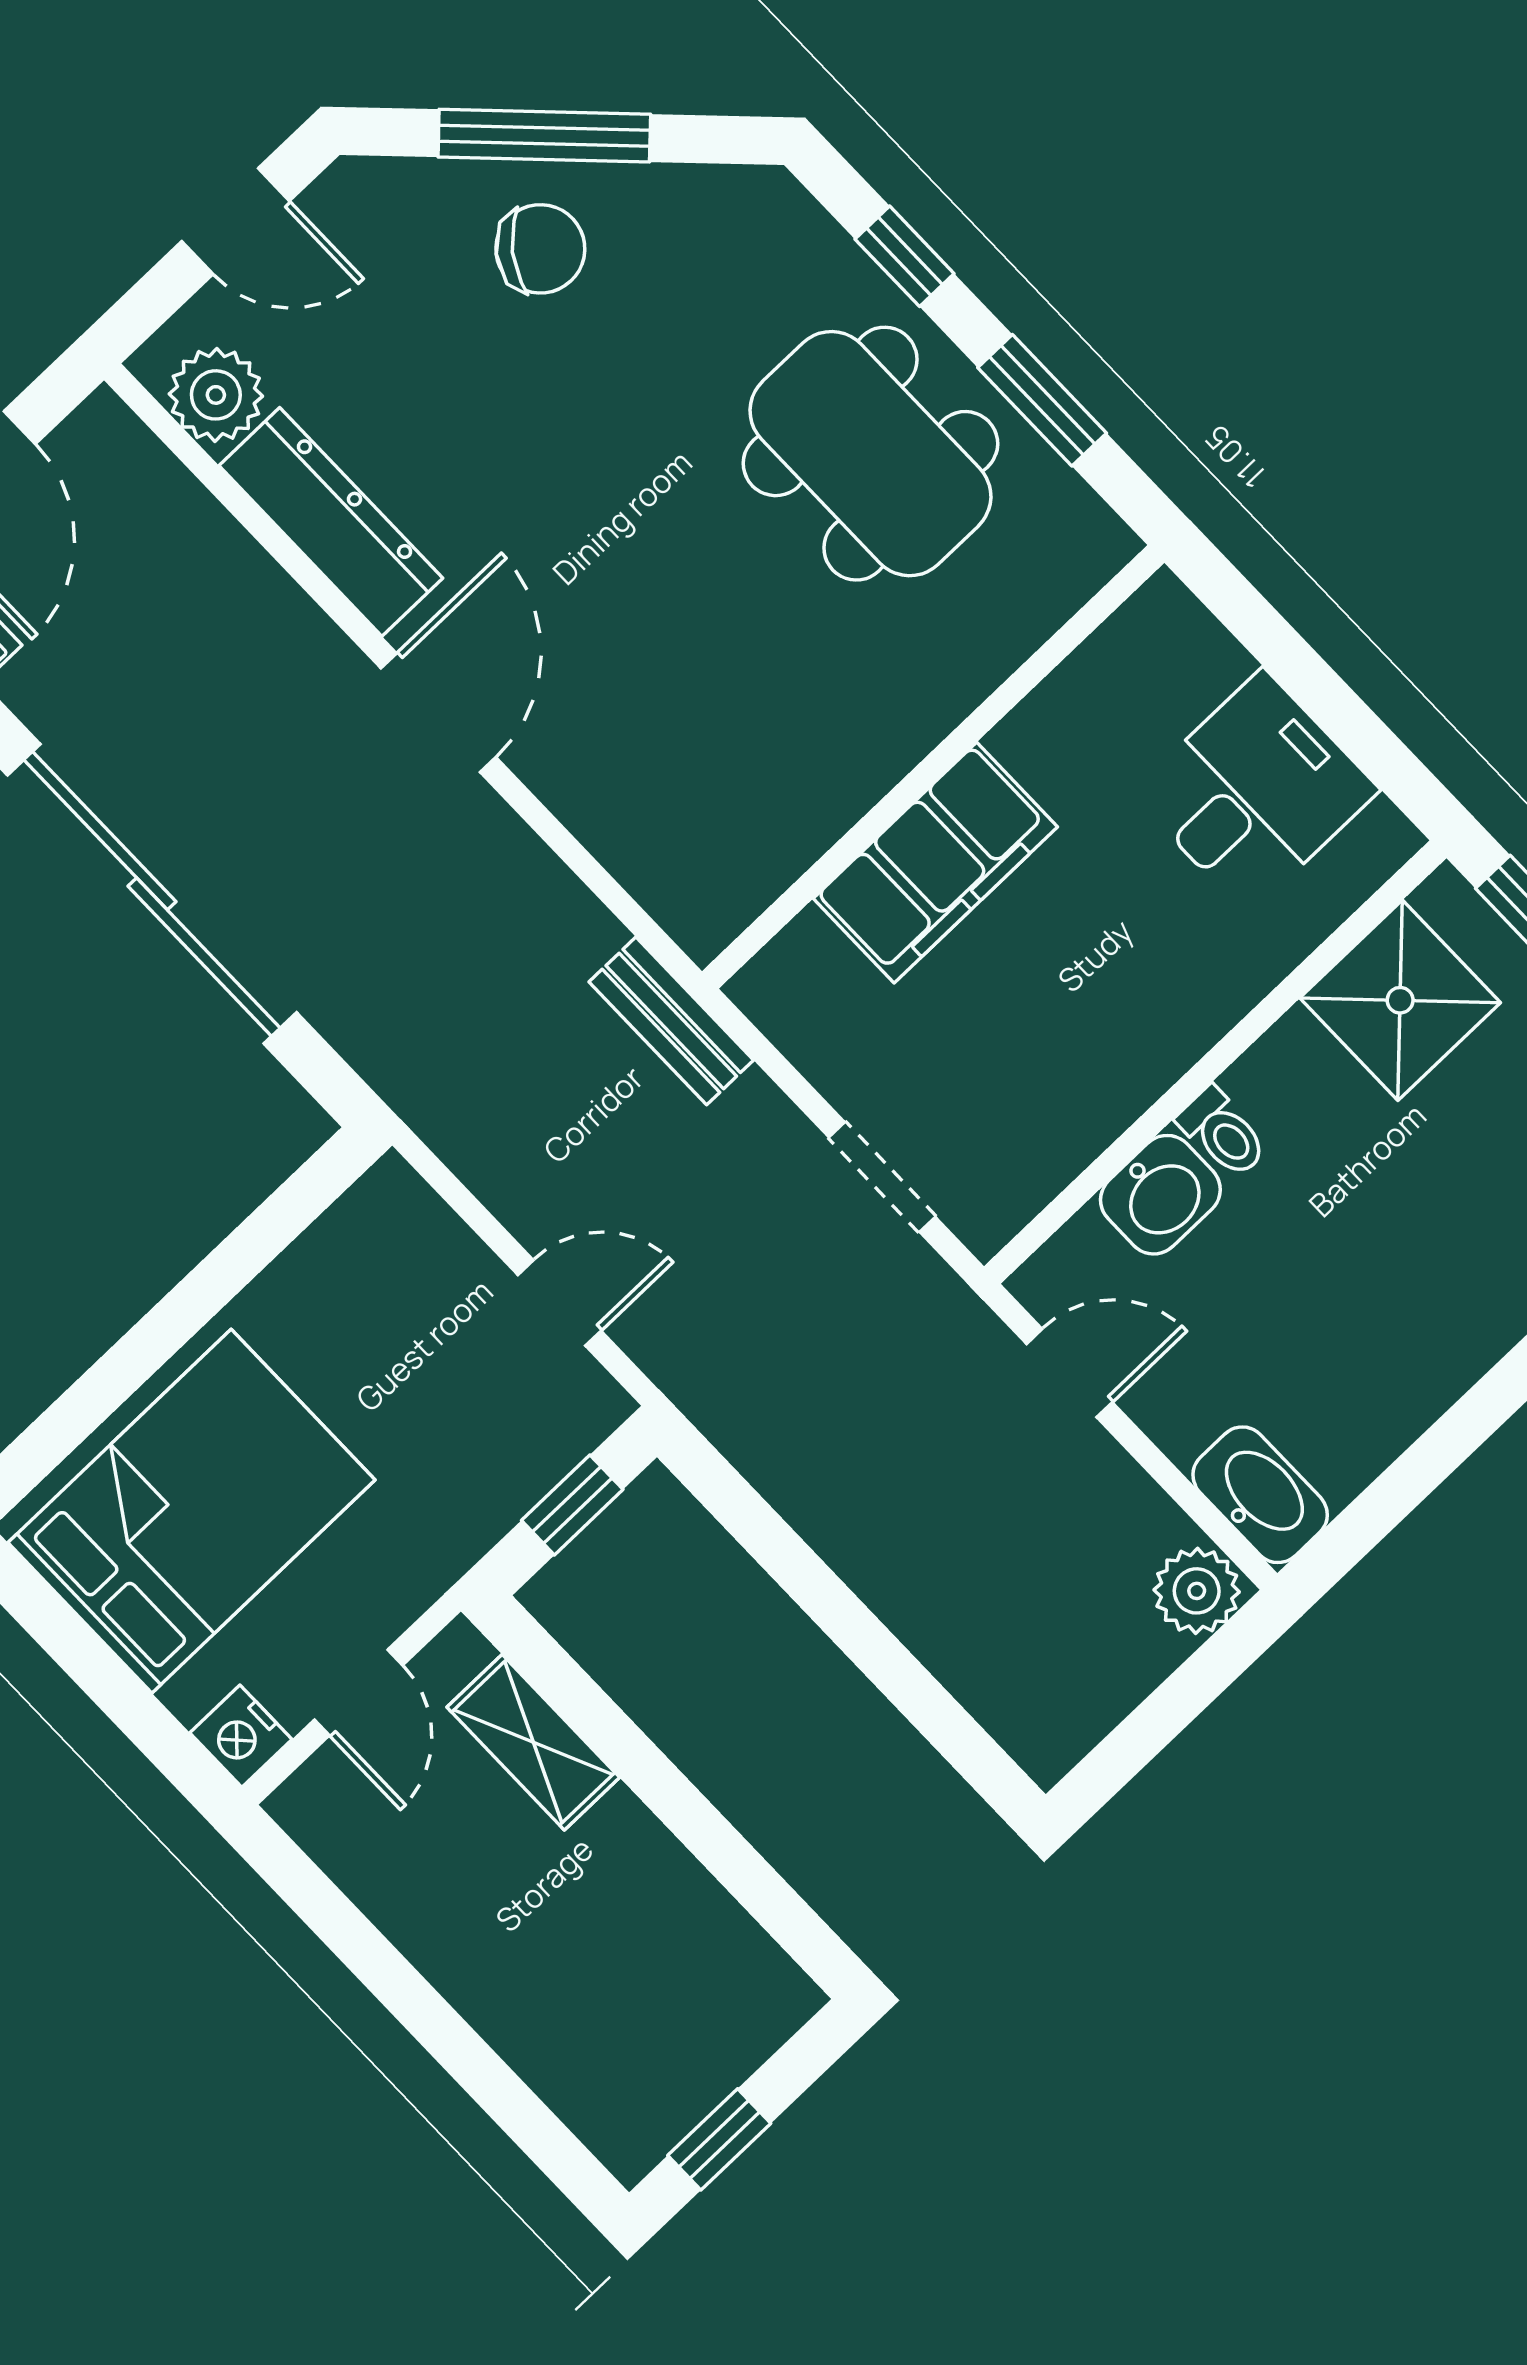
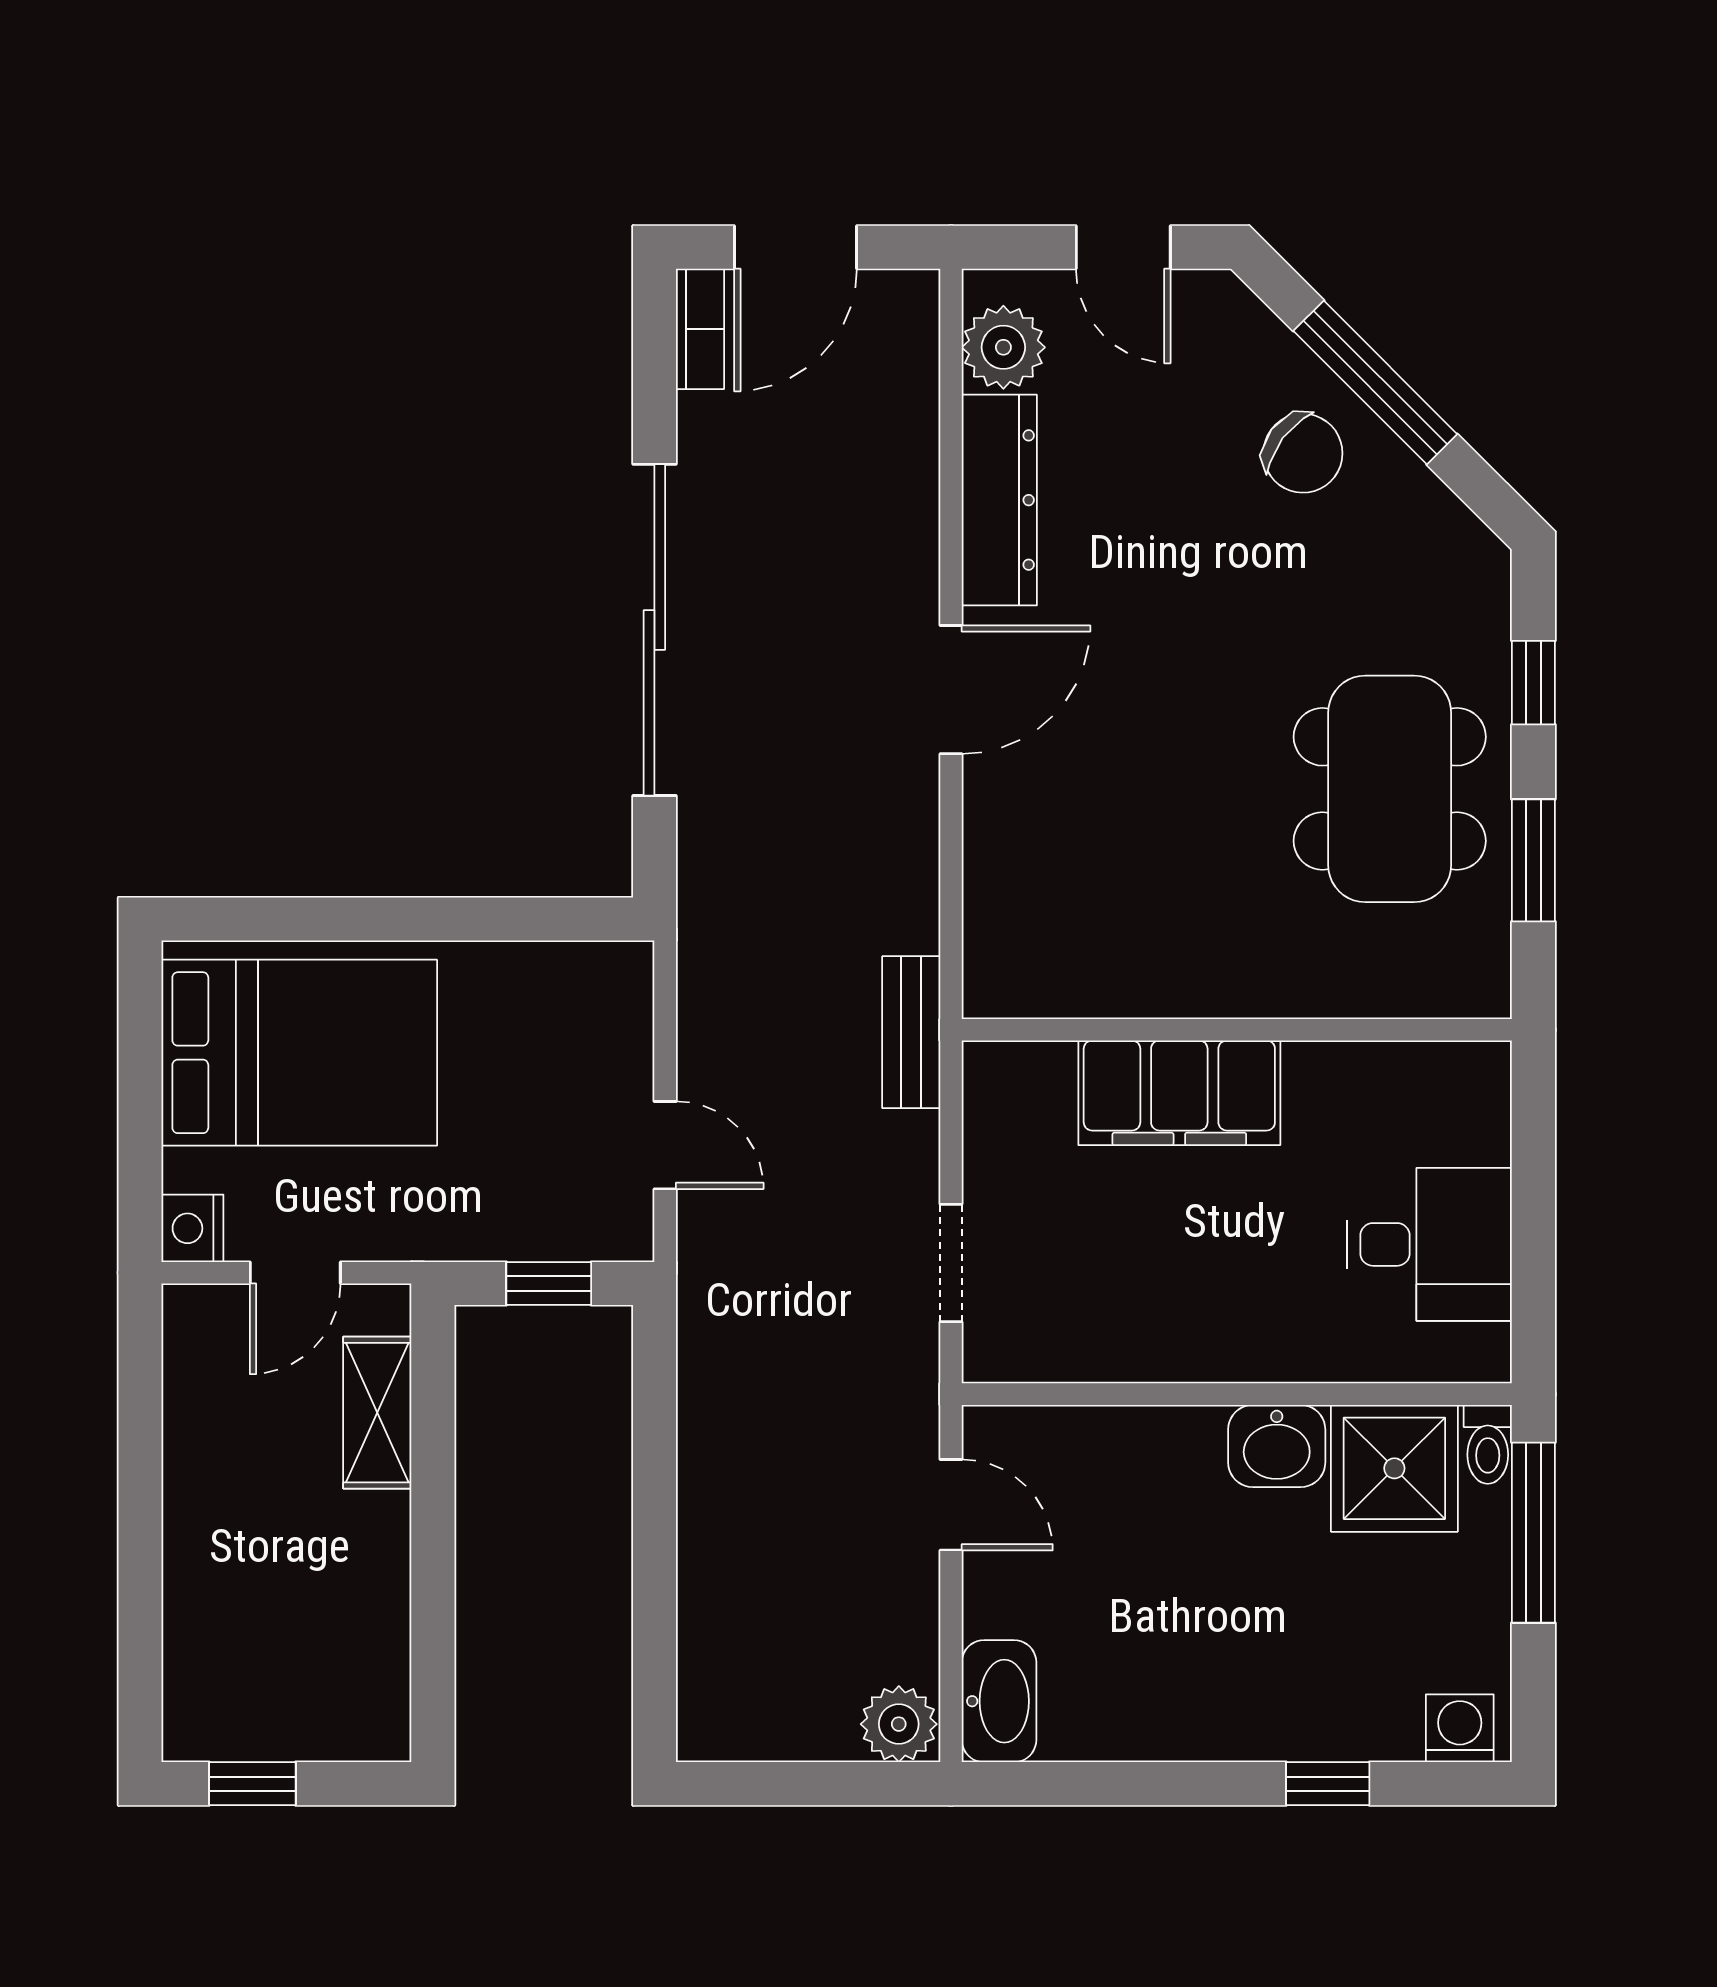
toilet: (1223, 1133) -> (1488, 1444), moved
washbasin: (1160, 1195) -> (1277, 1446), moved

